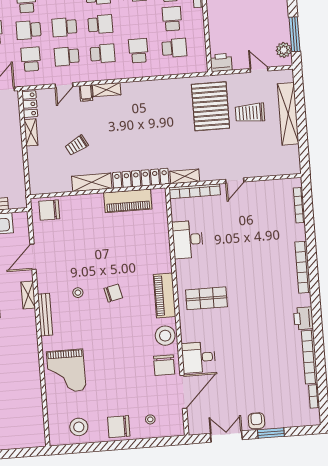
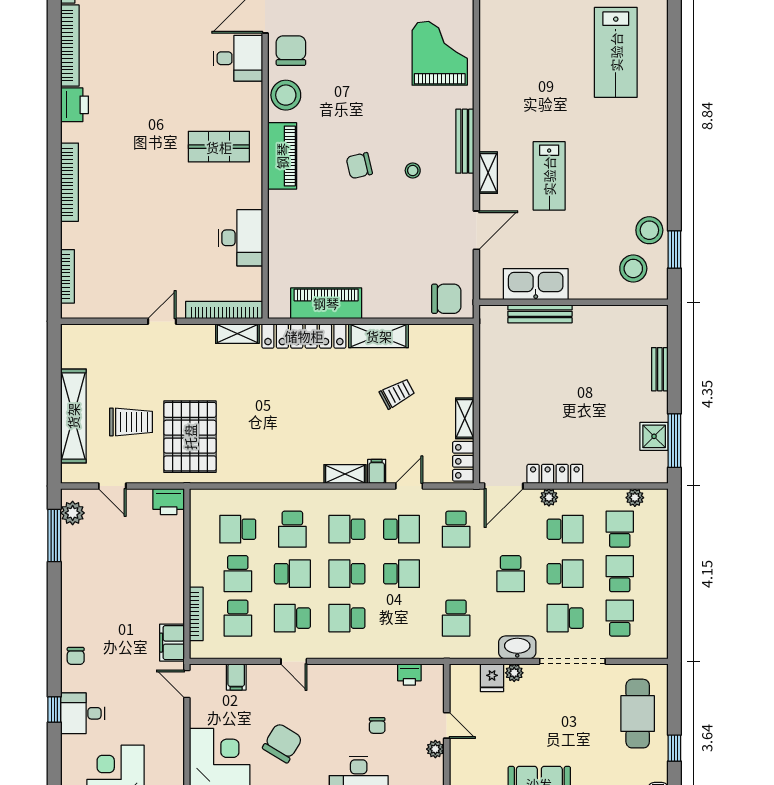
school desk: (29, 30) -> (292, 574), moved

